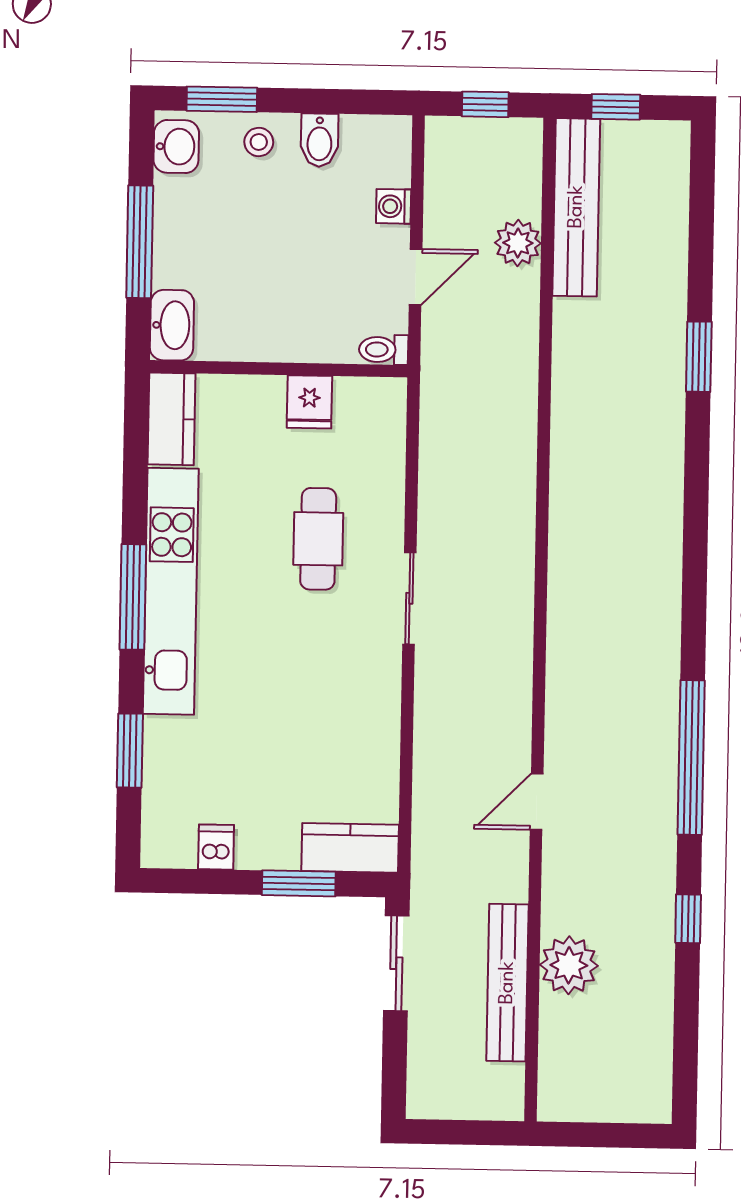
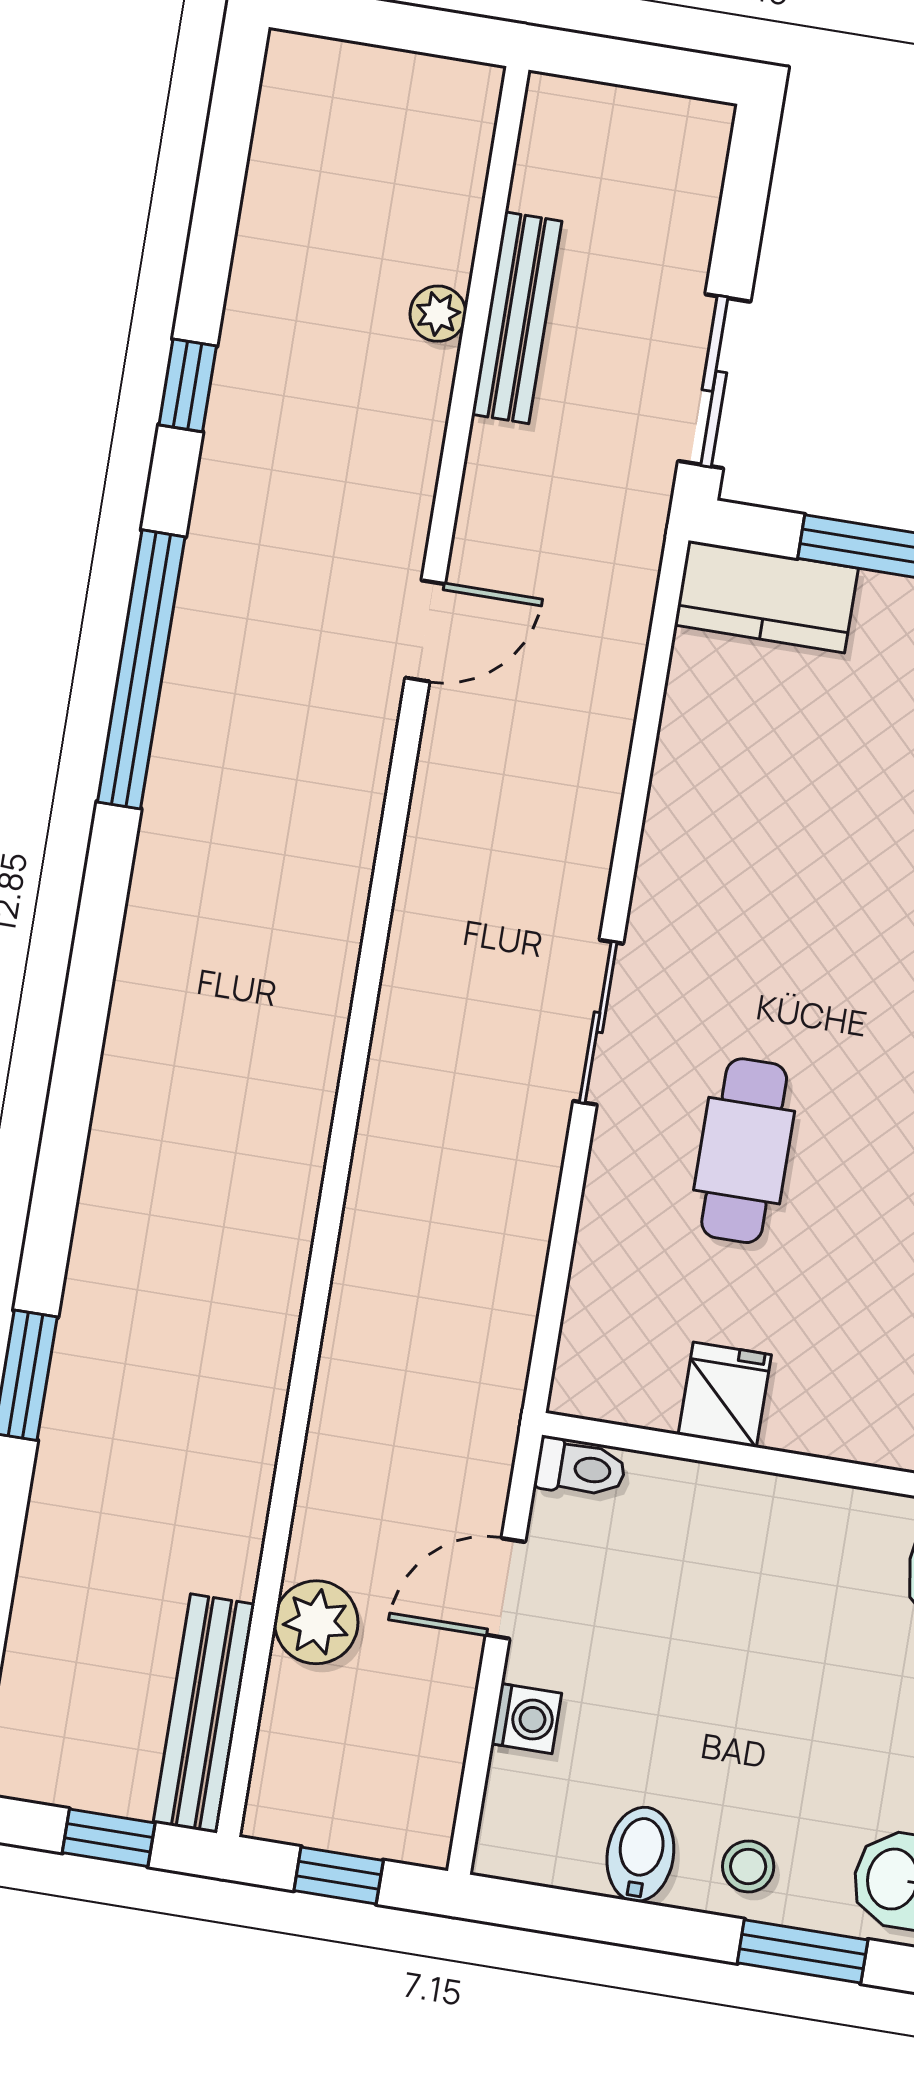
bench: (576, 207) -> (204, 1714), width x0.73, depth x0.82
plant: (569, 965) -> (438, 314), width x0.53, depth x0.53
bench: (507, 983) -> (517, 318), width x0.73, depth x0.82

